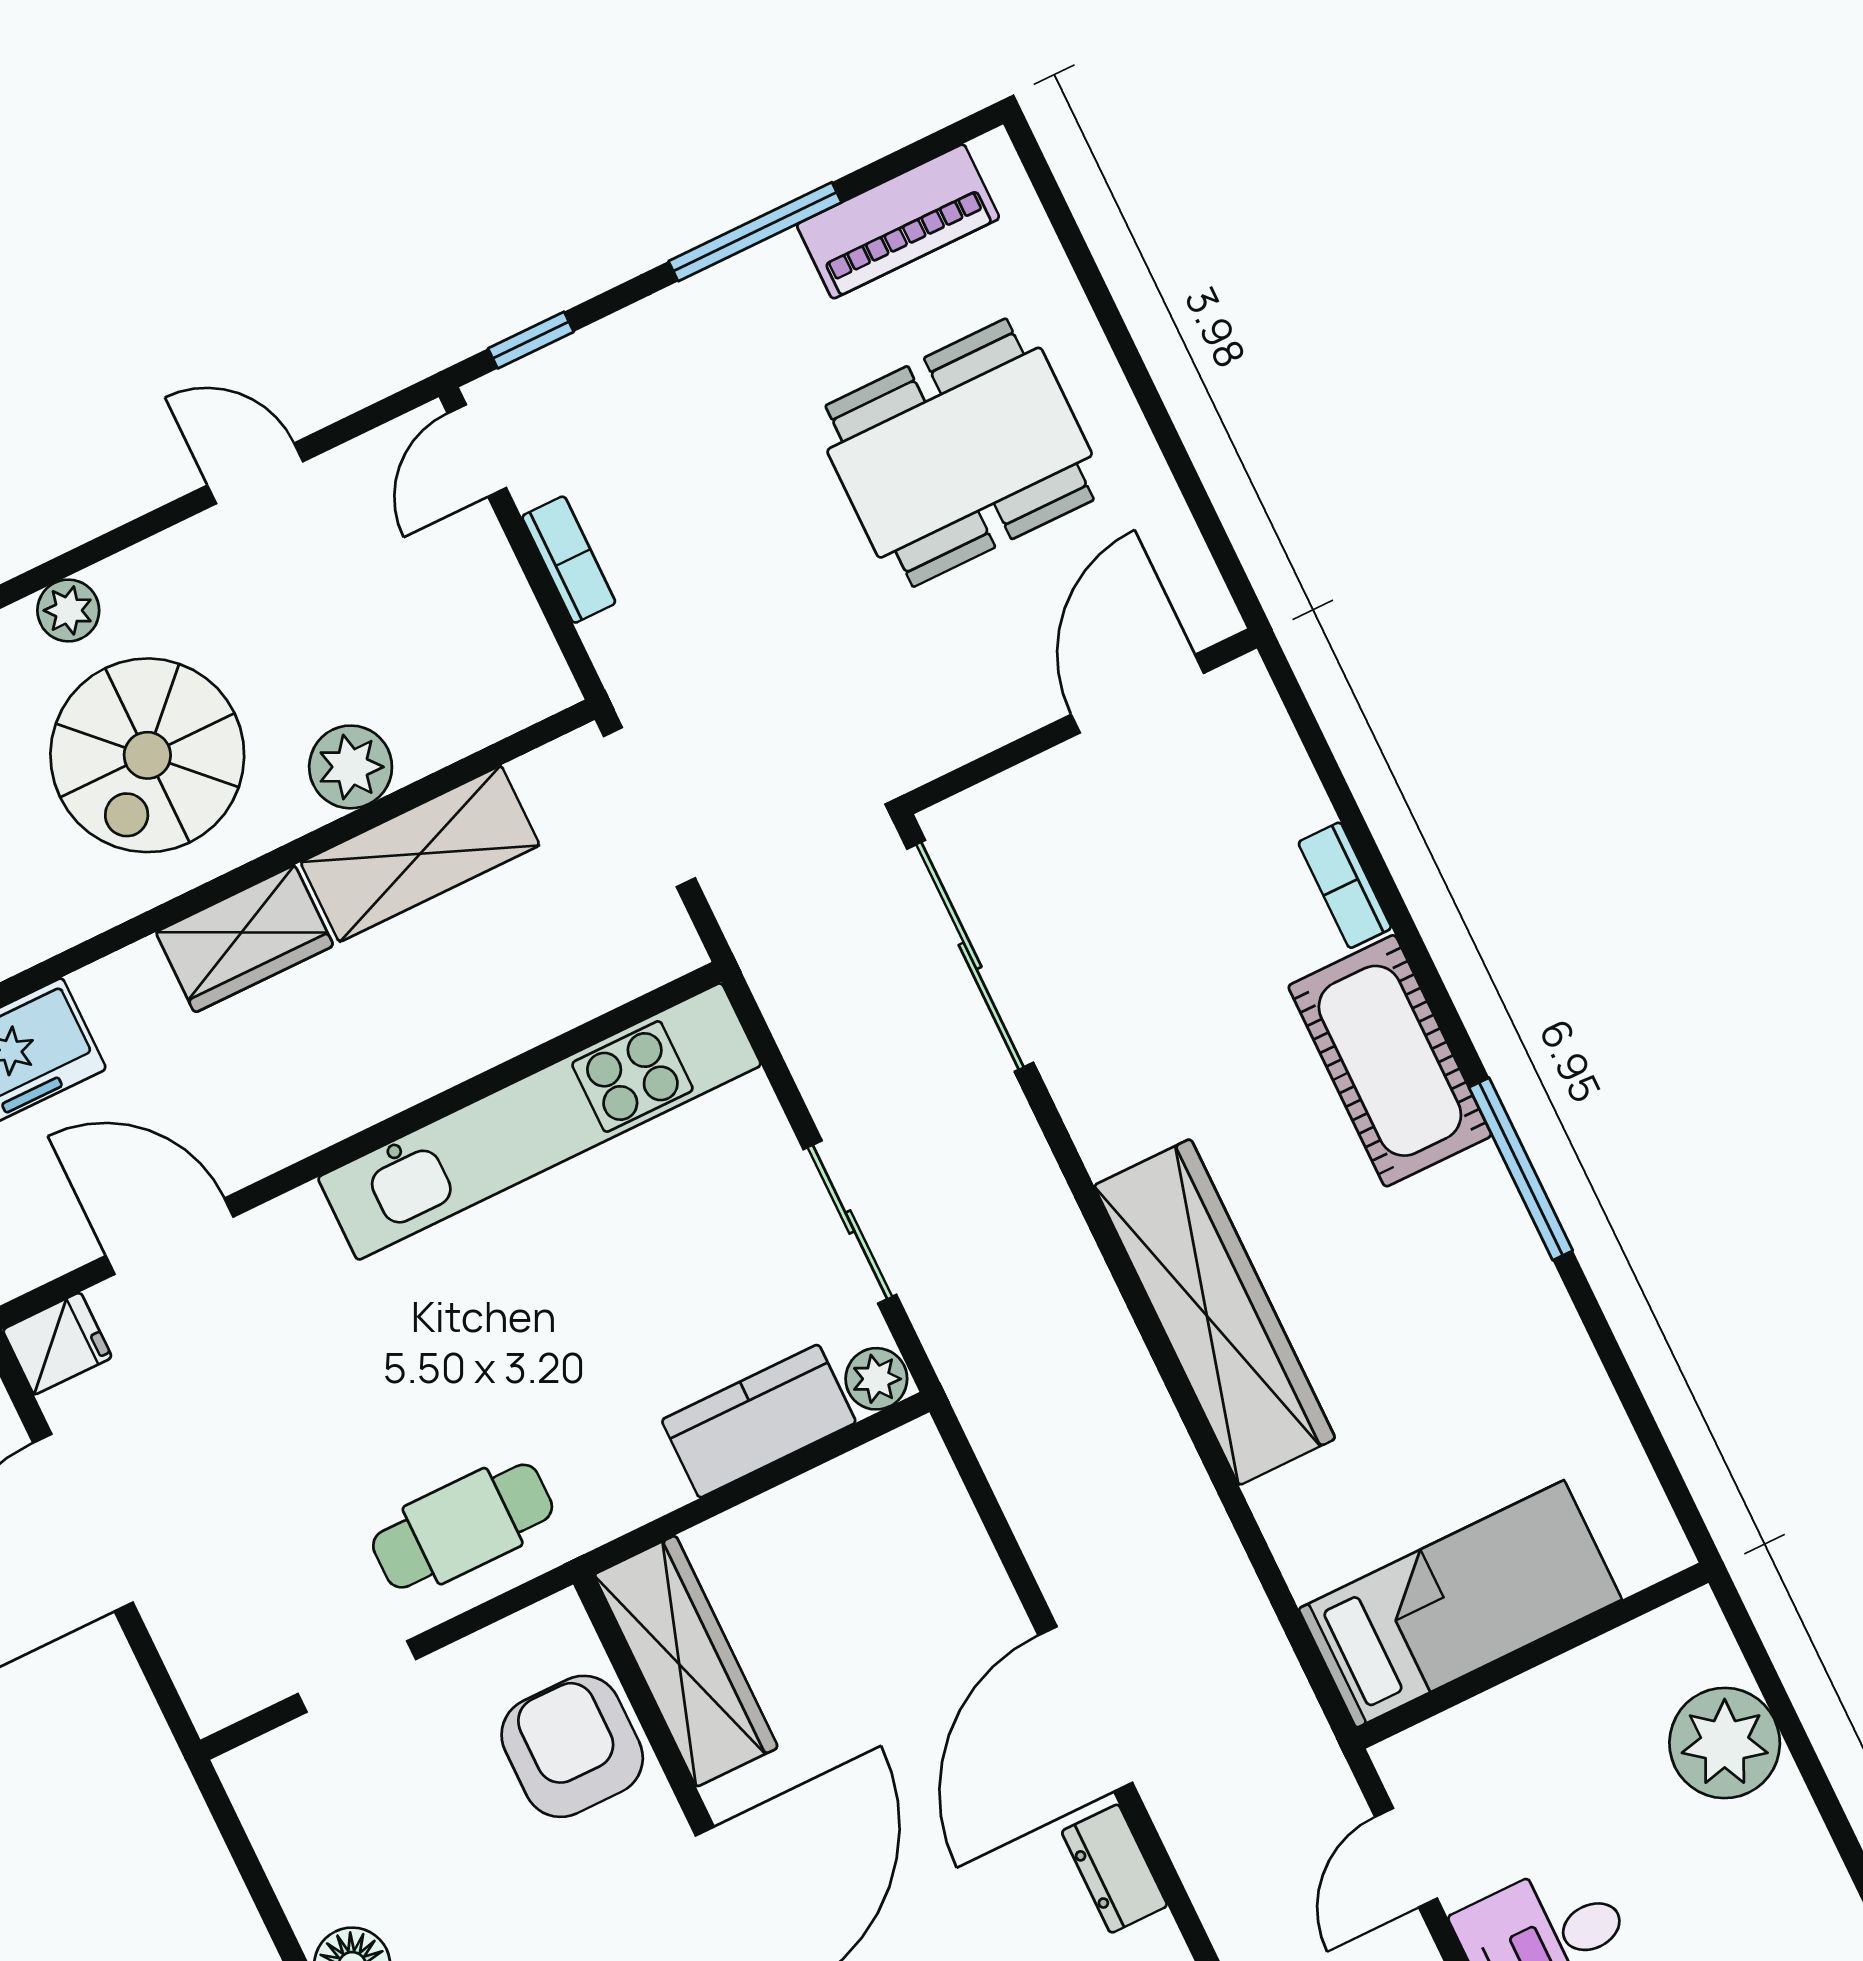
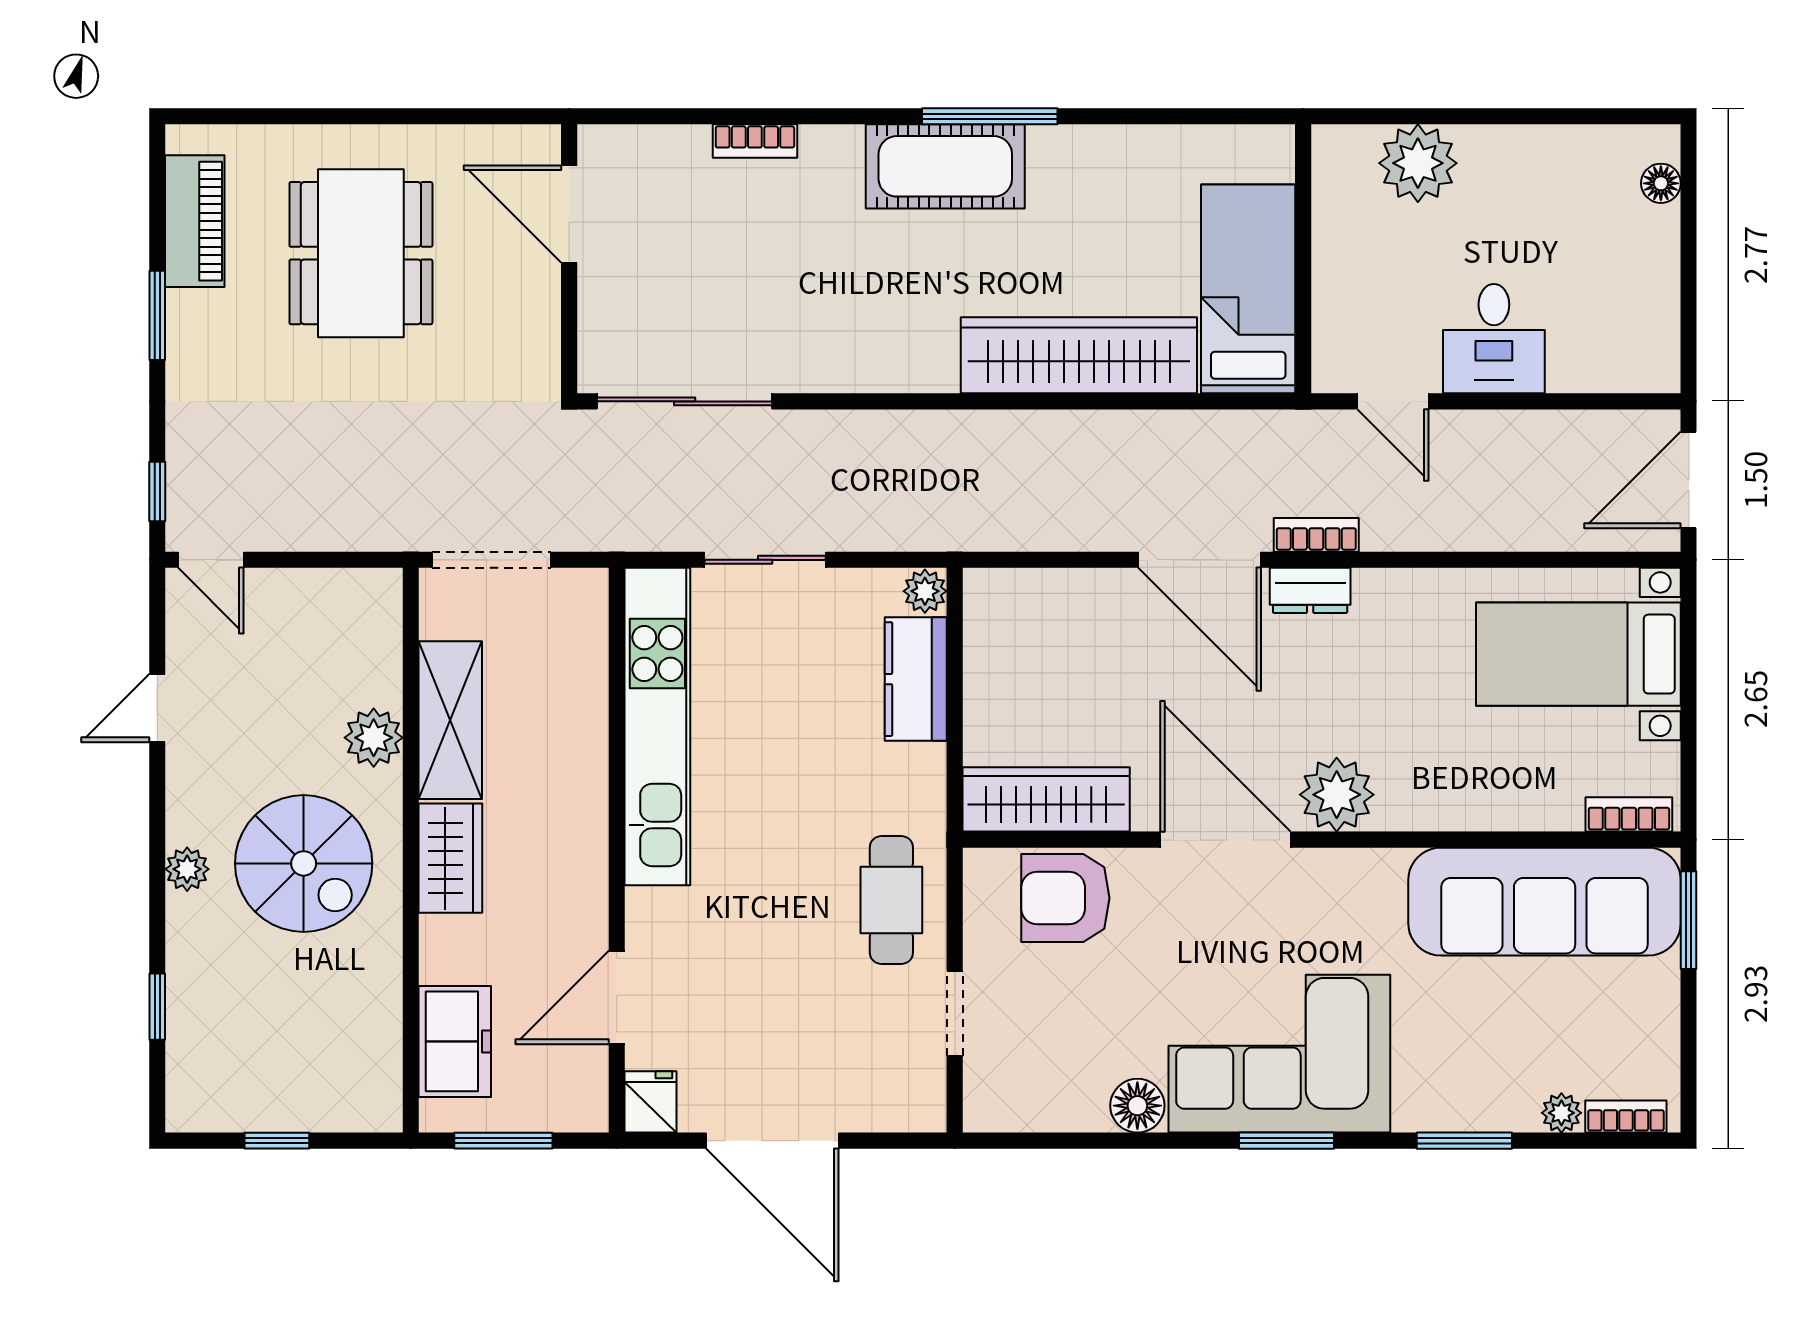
window: (755, 232) -> (157, 315), width x0.69
bookcase: (569, 560) -> (1316, 535), moved
cot: (1390, 1061) -> (945, 166), moved
sliding door: (850, 1222) -> (765, 560), moved
wardrobe: (1215, 1312) -> (1079, 355), moved

